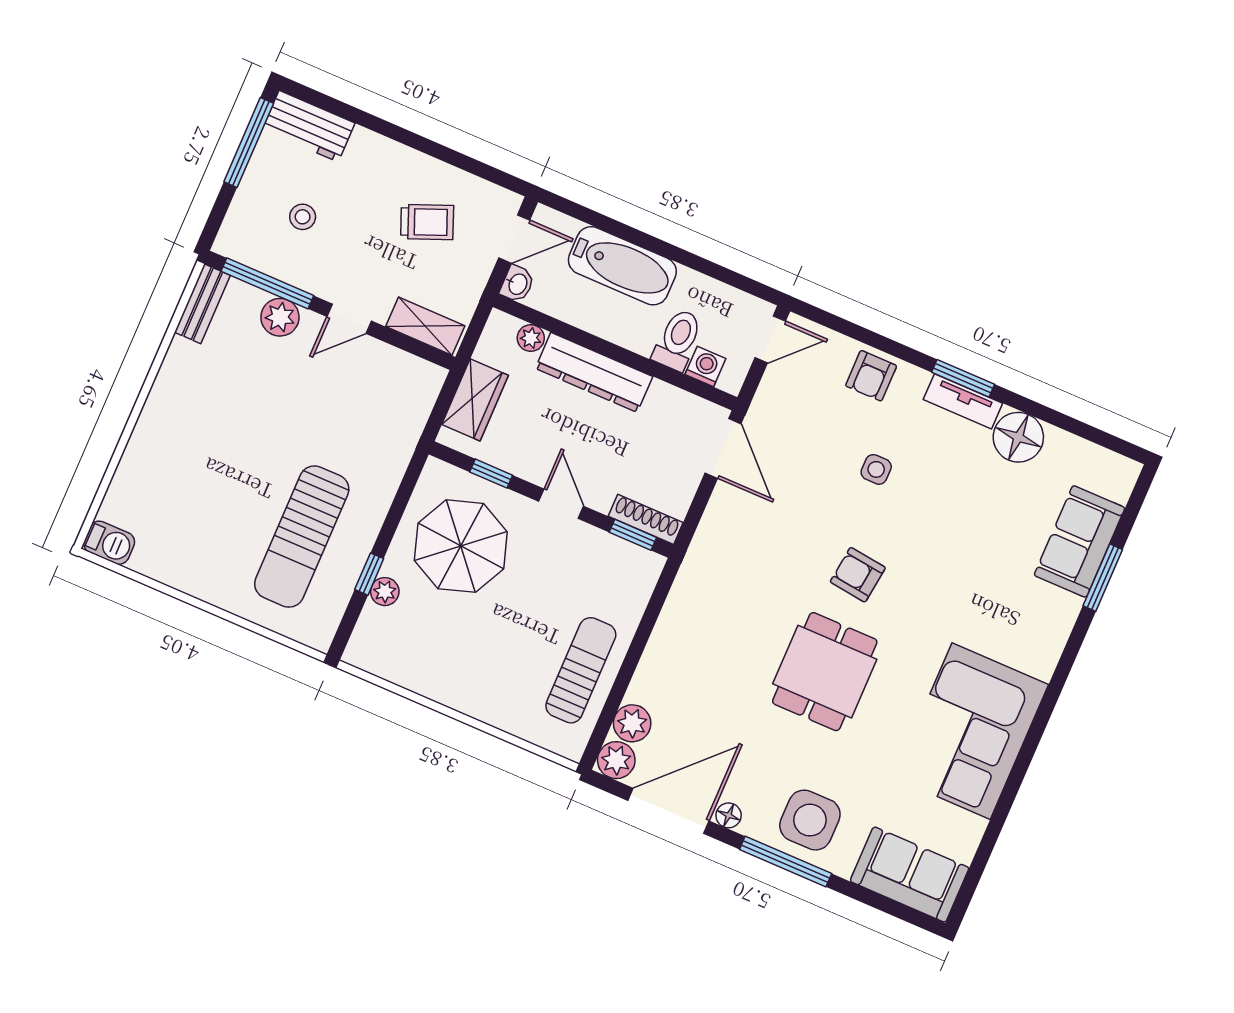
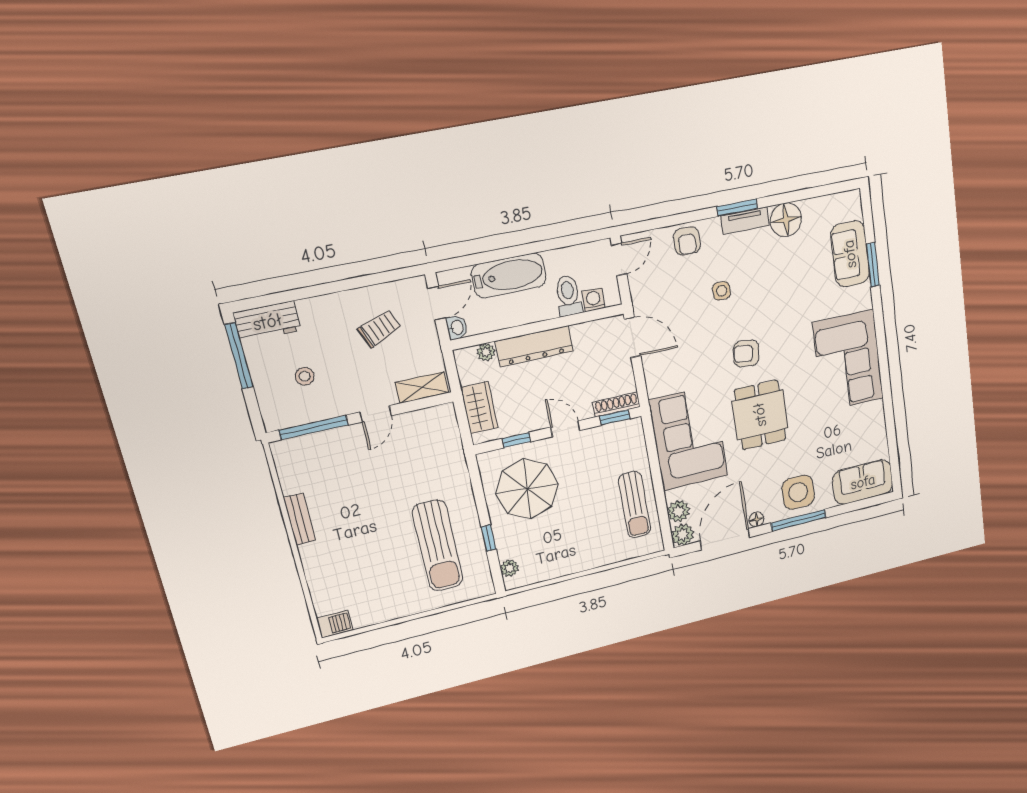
bench: (202, 304) -> (300, 519), moved
plant: (280, 317) -> (335, 441), removed
plant: (385, 592) -> (509, 568), moved
corner sofa: (709, 633) -> (688, 438), added
sun lounger: (581, 670) -> (635, 505), turned 180
corner sofa: (971, 731) -> (848, 361), moved

